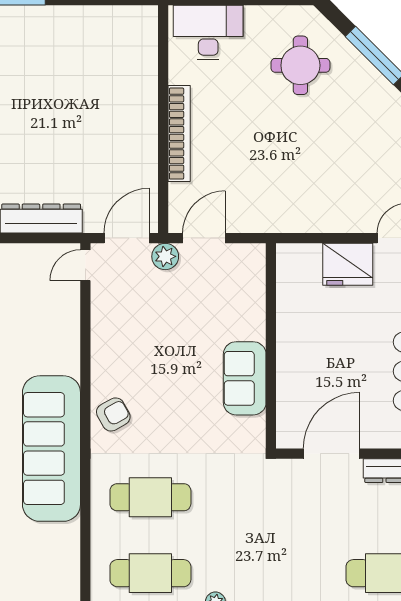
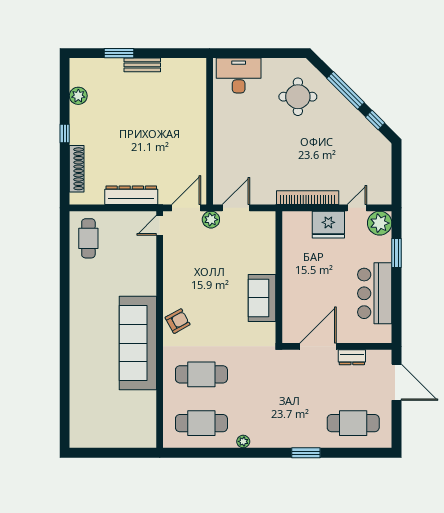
bench: (58, 16) -> (142, 65), added
bookcase: (179, 134) -> (308, 198), moved, turned -90

